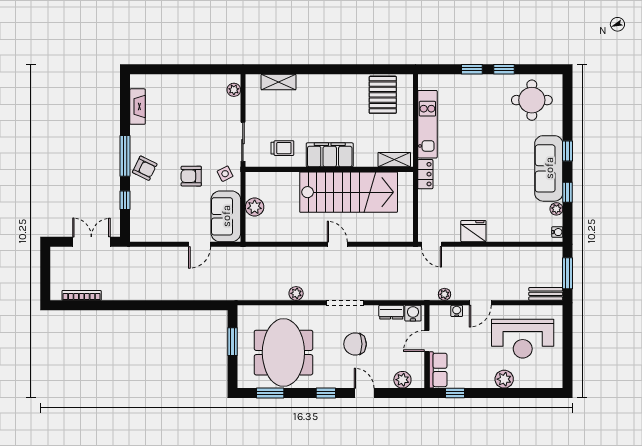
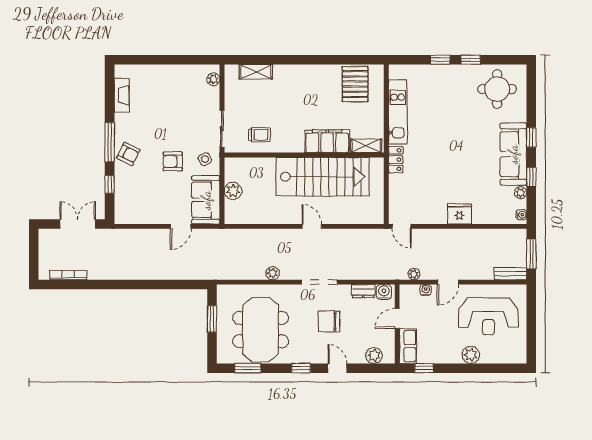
filing cabinet: (330, 155) -> (327, 141), moved
fridge: (473, 231) -> (459, 214), moved

